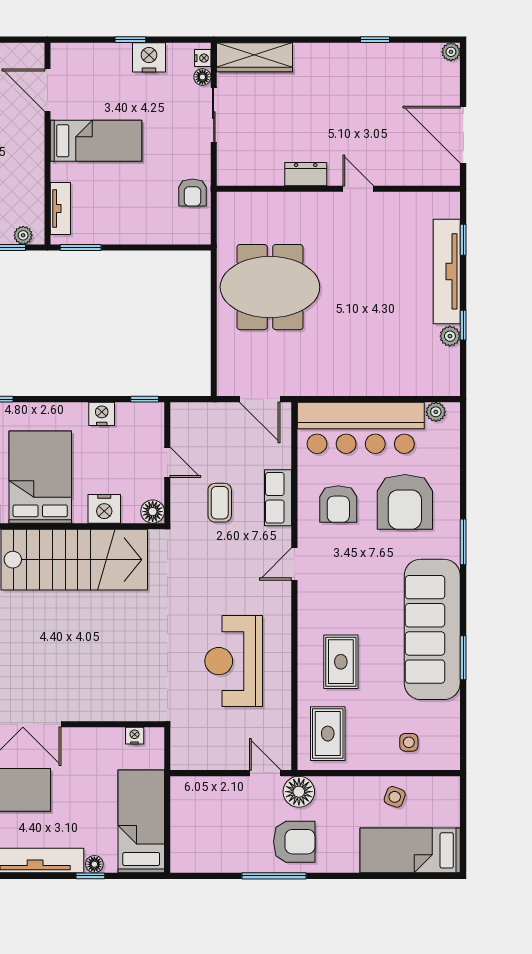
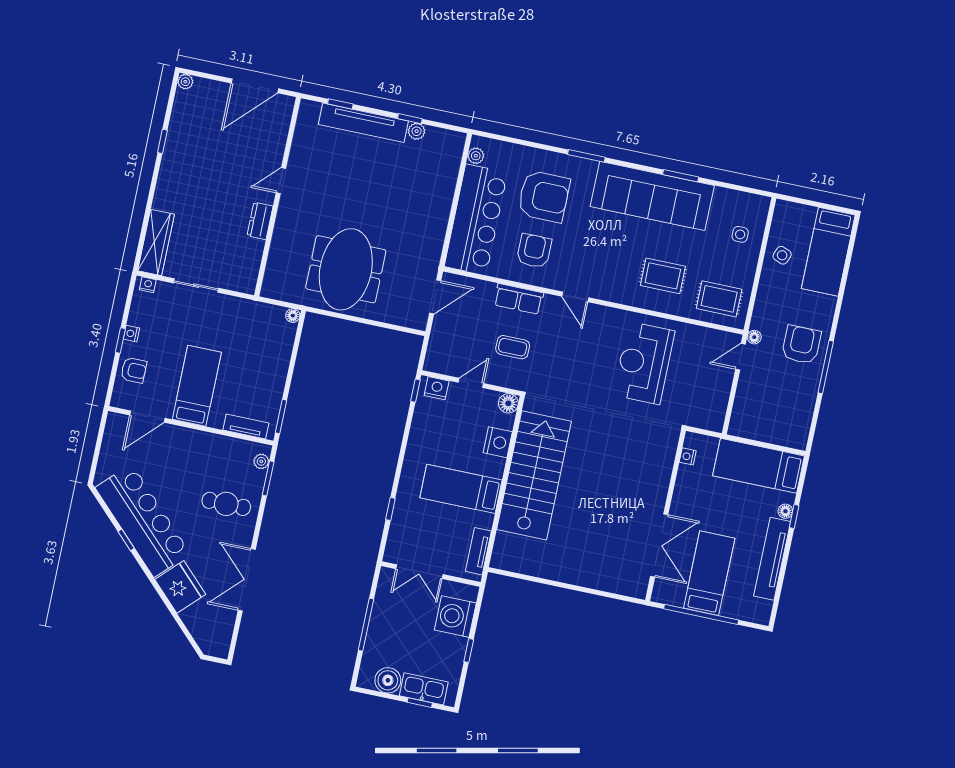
nightstand: (149, 57) -> (131, 334), width x0.53, depth x0.56
floor lamp: (202, 77) -> (293, 316), moved
armchair: (192, 193) -> (134, 370), moved
nightstand: (102, 414) -> (437, 388), moved, turned 90
bed: (40, 477) -> (461, 489), width x0.67
armchair: (338, 504) -> (534, 251), turned -90
reception desk: (234, 661) -> (644, 363), turned 90
floor lamp: (299, 792) -> (754, 337), width x0.53, depth x0.53

